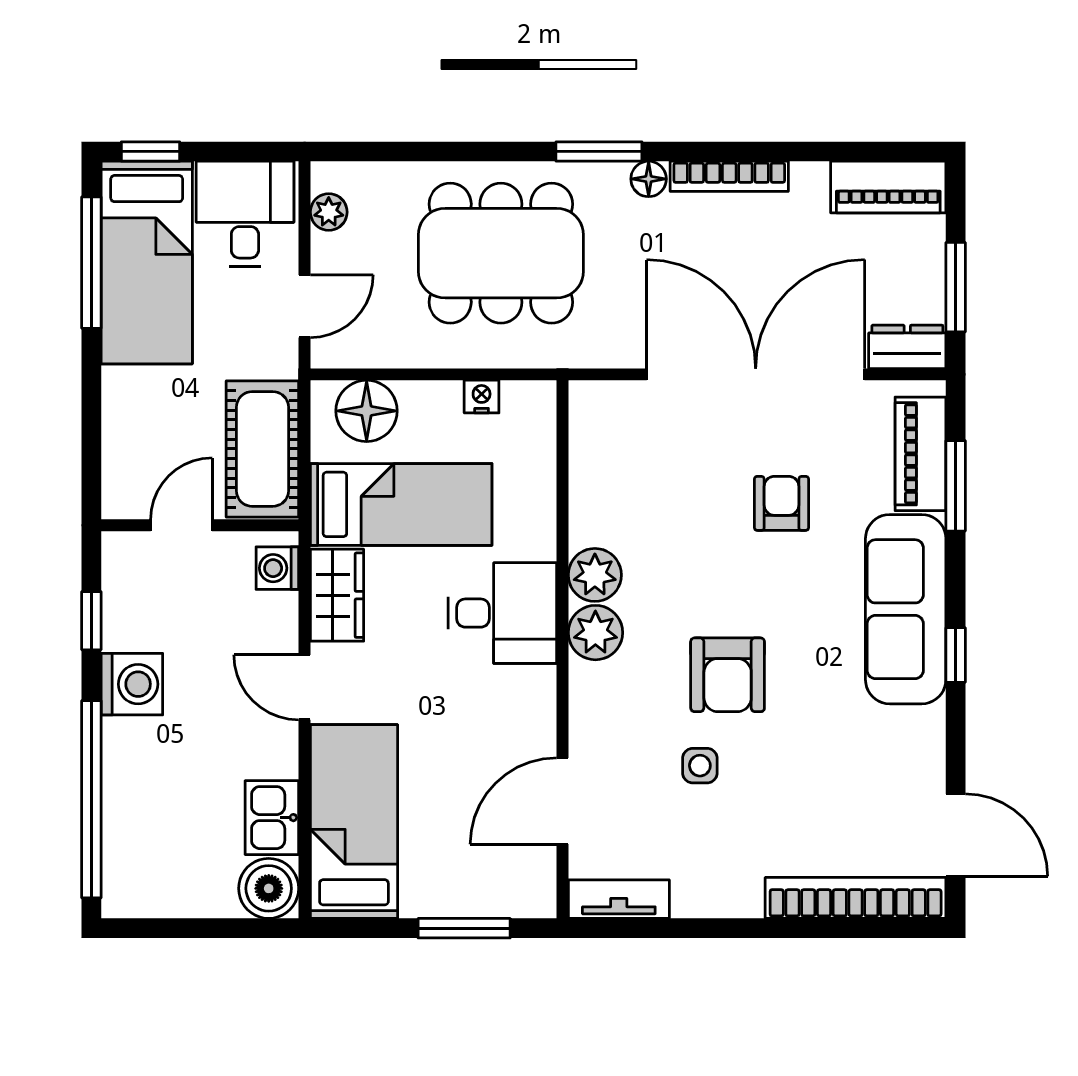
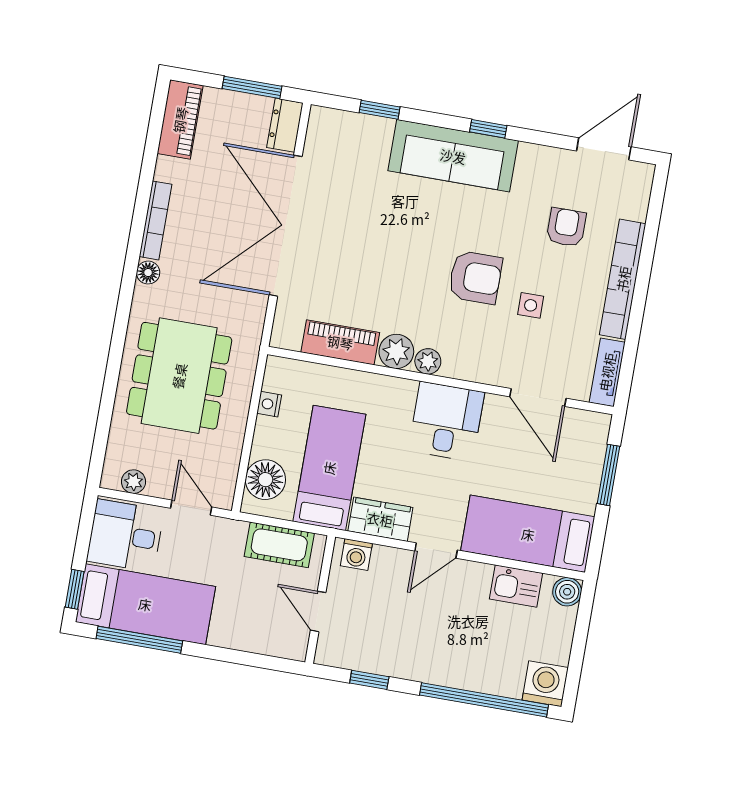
window: (599, 151) -> (125, 301), removed
cot: (262, 449) -> (279, 545), width x0.73, depth x0.75
piano: (921, 454) -> (340, 342), moved, turned 180
window: (956, 486) -> (380, 110), width x0.67
armchair: (782, 503) -> (566, 227), moved, turned 90
desk: (502, 613) -> (446, 421), moved
plant: (595, 633) -> (428, 361), width x0.73, depth x0.73
washing machine: (132, 684) -> (545, 684), moved
boiler: (269, 888) -> (567, 592), width x0.73, depth x0.73
bookcase: (856, 898) -> (623, 279), moved

